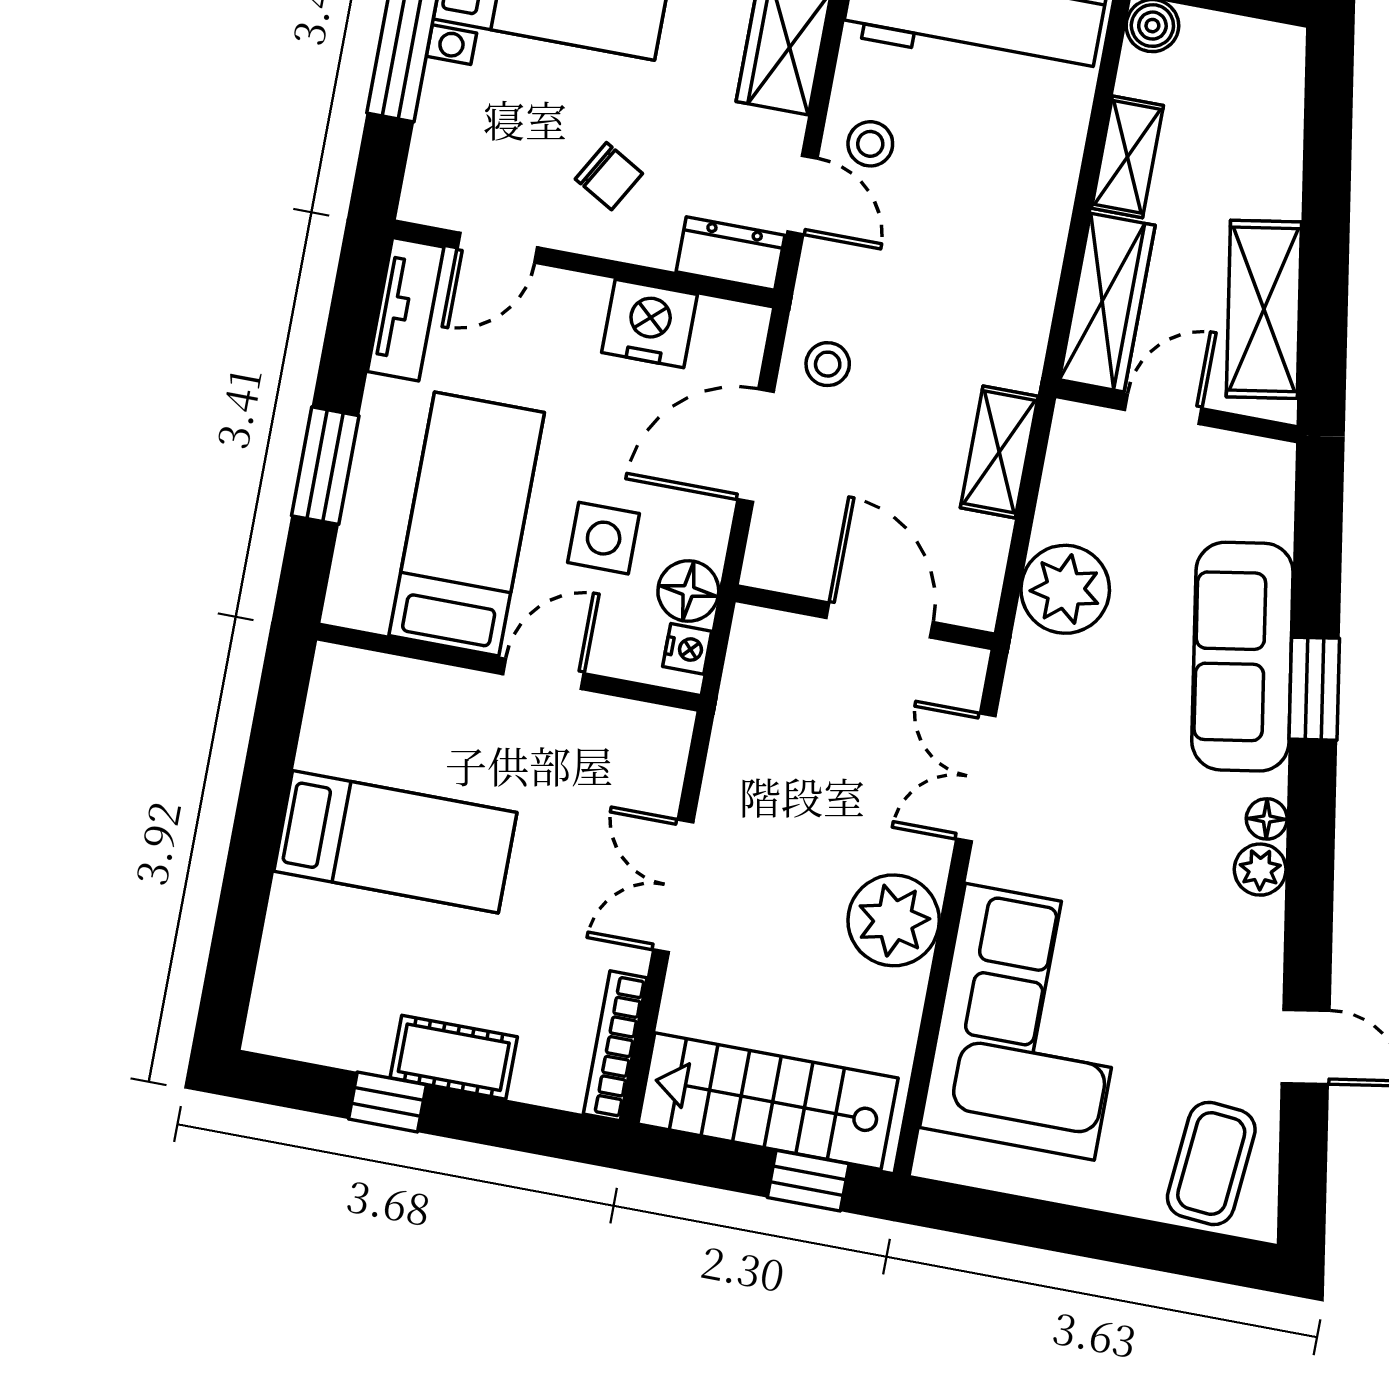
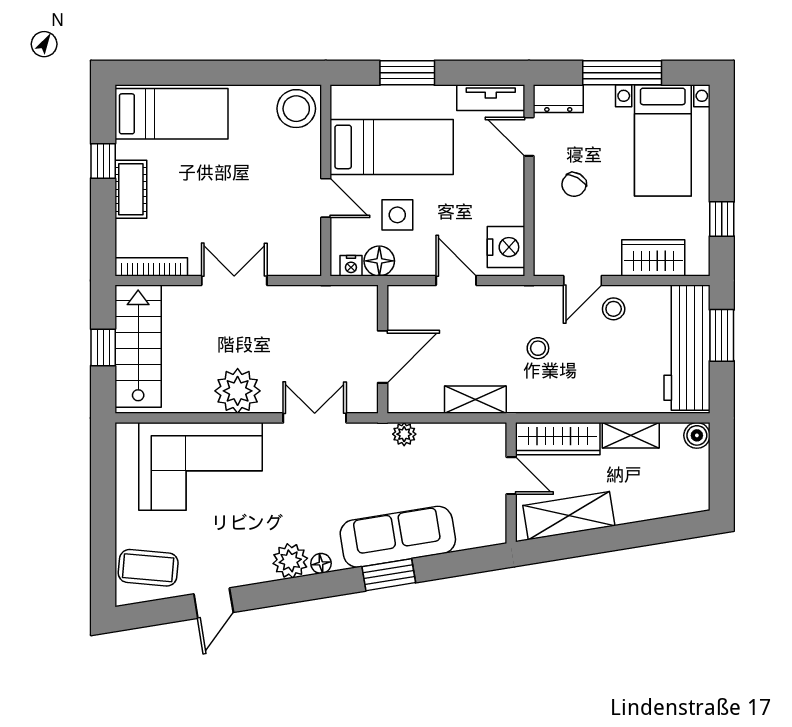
dresser: (731, 253) -> (558, 99), moved, turned 90
nightstand: (649, 323) -> (506, 247), moved
stool: (828, 364) -> (538, 348), moved
door: (756, 446) -> (456, 280), width x0.73
plant: (1065, 589) -> (404, 434), width x0.53, depth x0.53
stool: (355, 699) -> (296, 109), added
bed: (395, 842) -> (171, 114), moved, turned -90
plant: (1260, 870) -> (290, 561), width x1.38, depth x1.38
window: (808, 1181) -> (103, 347), moved

